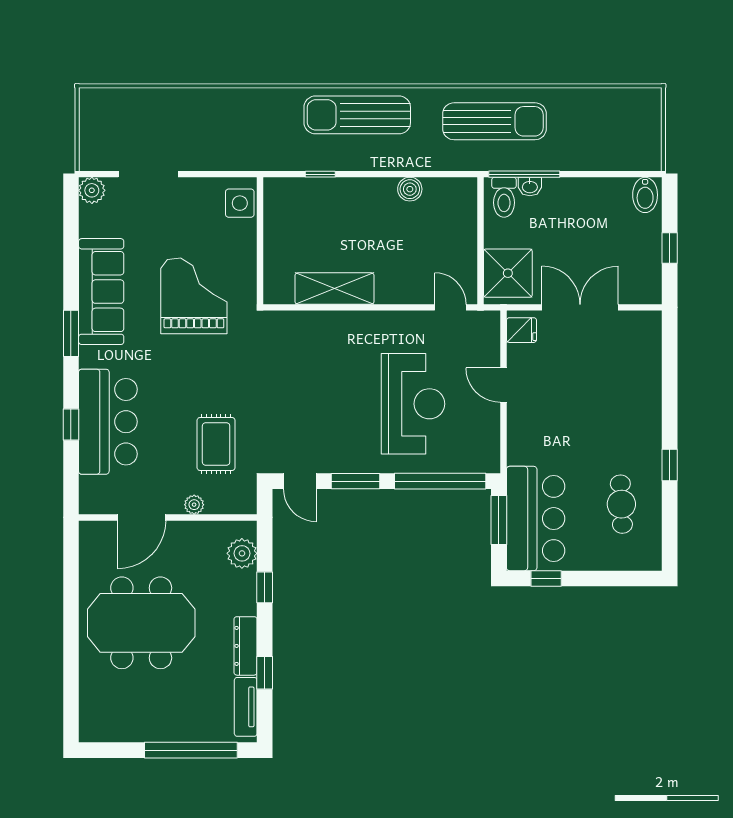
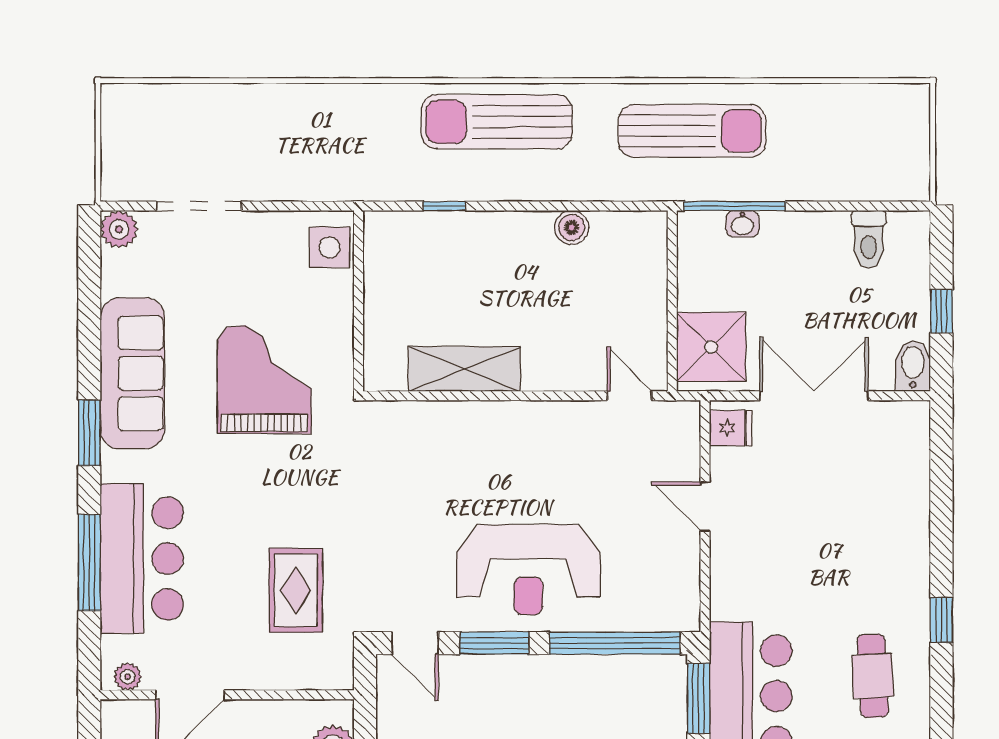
bidet: (645, 195) -> (913, 366), moved, turned 180
toilet: (504, 197) -> (869, 239), moved
reception desk: (413, 404) -> (528, 570), moved, turned 90
window: (71, 424) -> (89, 562), width x2.17
plant: (194, 505) -> (128, 677), moved

